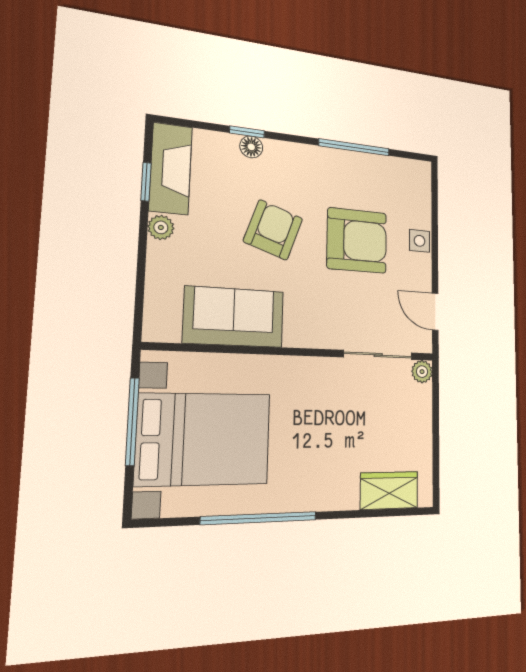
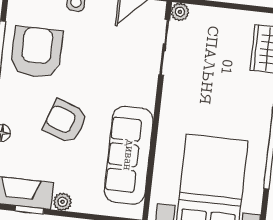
armchair: (357, 241) -> (37, 52), moved
sofa: (234, 317) -> (129, 155), width x1.36

